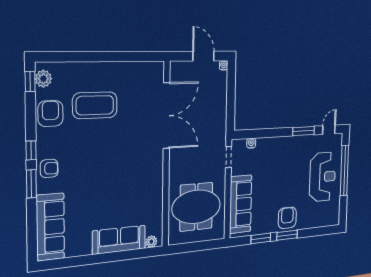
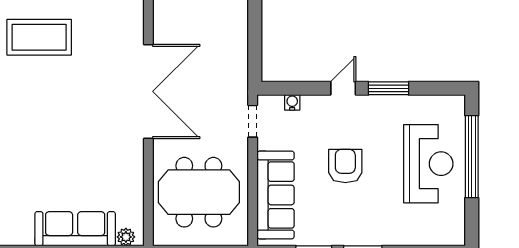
double door: (167, 116) -> (148, 91), moved
door: (329, 130) -> (343, 88), moved
armchair: (287, 218) -> (345, 166), moved

